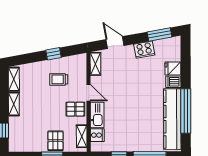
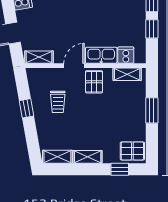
pallet: (55, 141) -> (132, 151), moved

